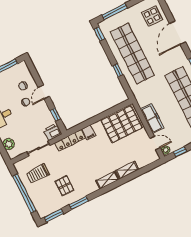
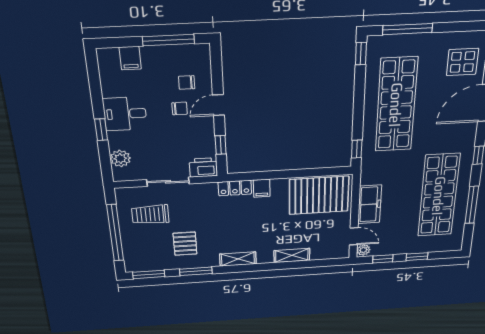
window: (118, 70) -> (357, 149), moved
locker: (70, 140) -> (235, 188), width x0.66
shelving: (107, 180) -> (238, 259), moved

